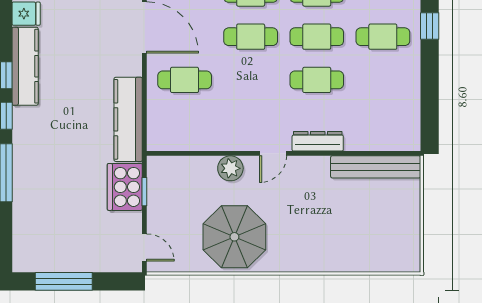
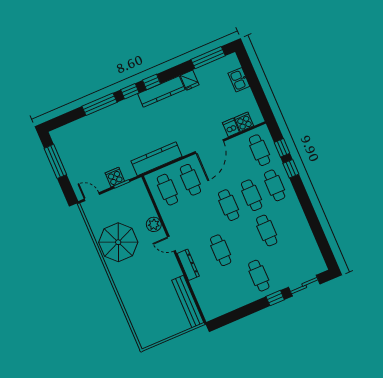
cafe table: (317, 37) -> (167, 190), moved
cooker: (125, 187) -> (115, 177), width x0.53, depth x0.76
door: (144, 248) -> (92, 197), swing flipped

